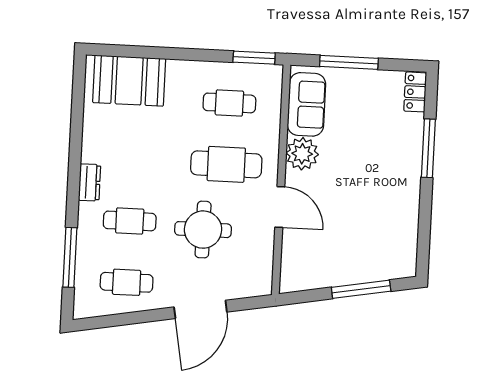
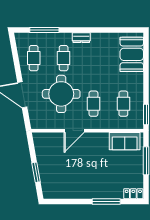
plant: (302, 154) -> (101, 140), removed
cafe table: (226, 164) -> (93, 104), width x0.73, depth x0.74
round table: (203, 230) -> (61, 94), width x1.36, depth x1.36
window: (361, 289) -> (36, 172), width x0.69

